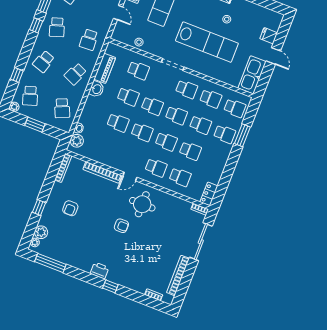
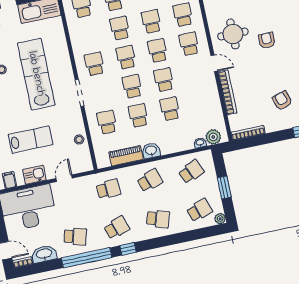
school desk: (75, 74) -> (150, 180), turned -42
window: (17, 75) -> (188, 236), removed
school desk: (211, 99) -> (88, 35), removed
armchair: (70, 208) -> (282, 101), turned -107

